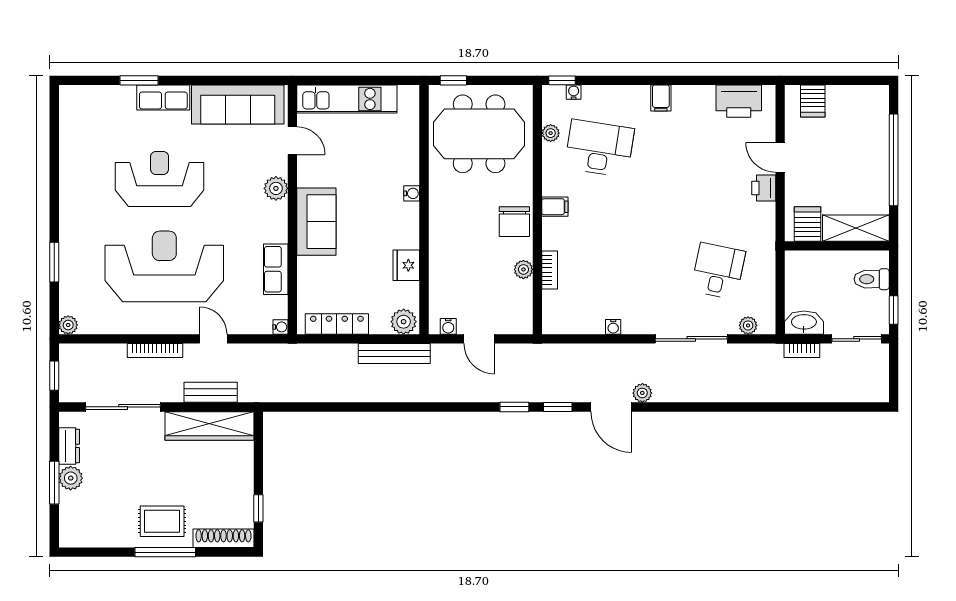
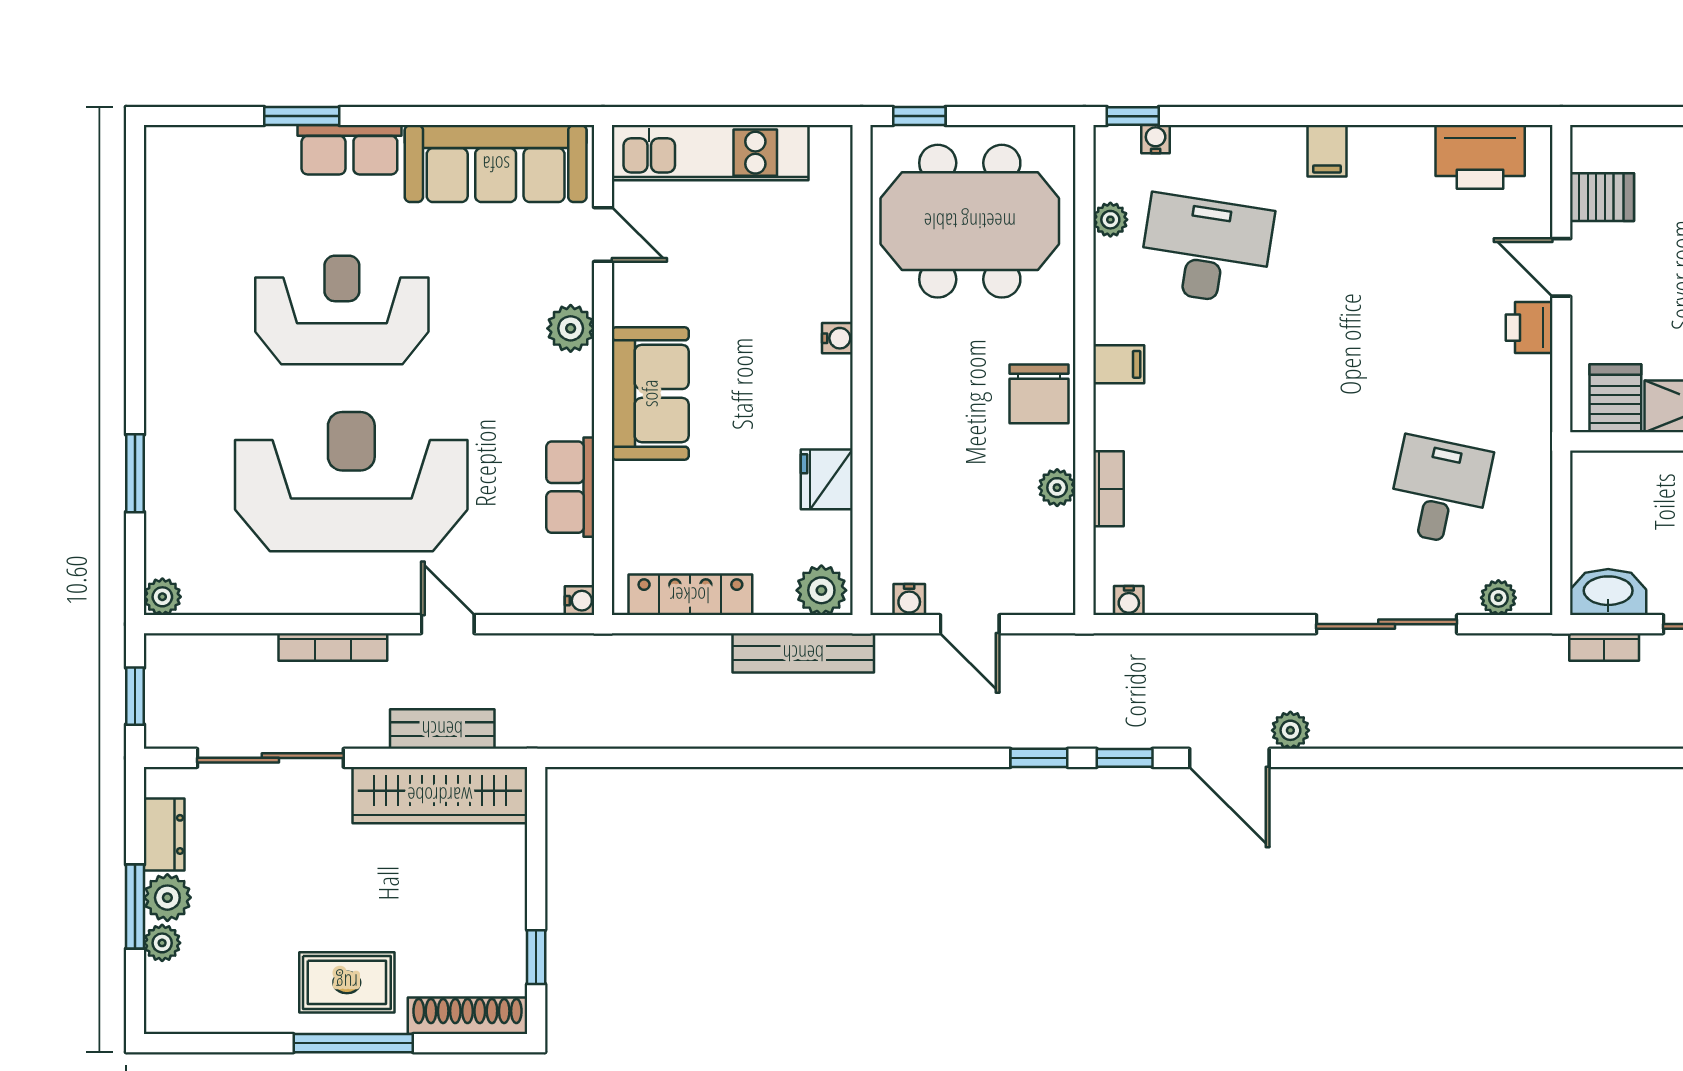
server rack: (813, 101) -> (1602, 197), moved, turned -90
water cooler: (613, 327) -> (1129, 601), moved
plant: (68, 501) -> (162, 943), added

